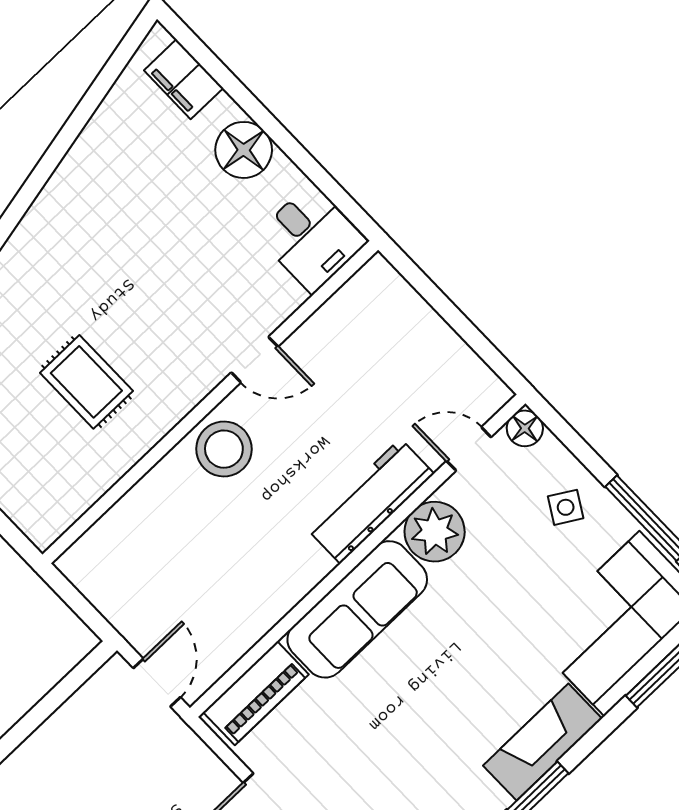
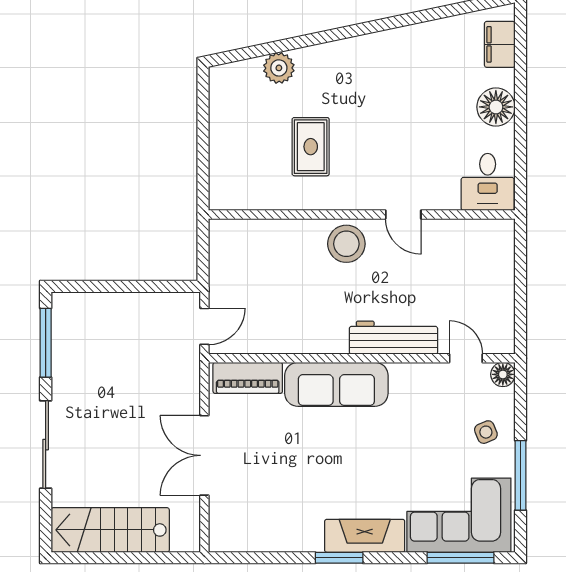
side table: (566, 507) -> (486, 432), turned 36
plant: (435, 532) -> (411, 383), removed

